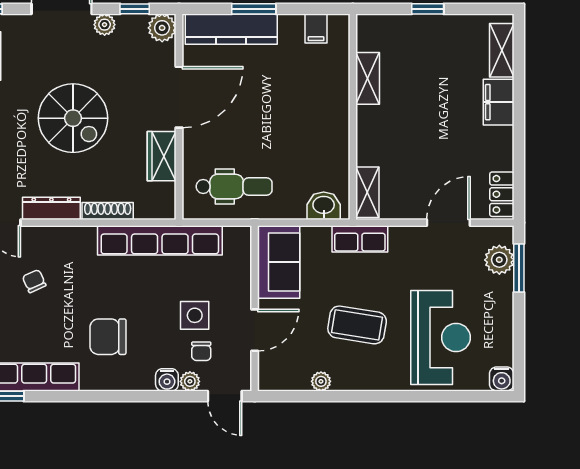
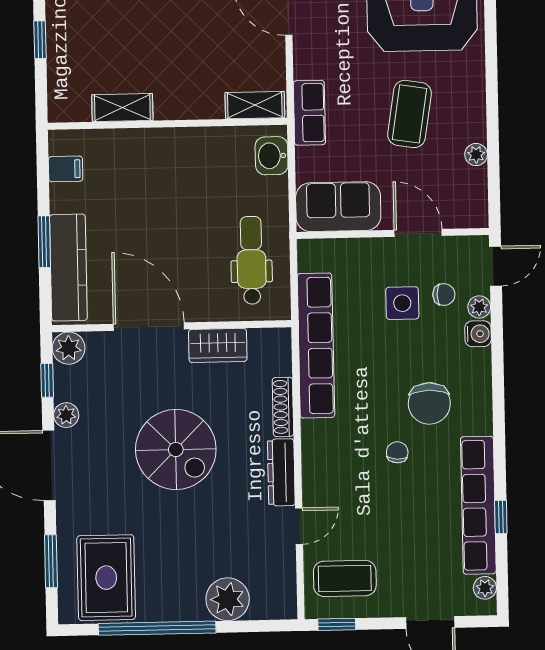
spiral stairs: (73, 118) -> (176, 449), turned 90
chair: (34, 281) -> (397, 452), moved, turned 118

